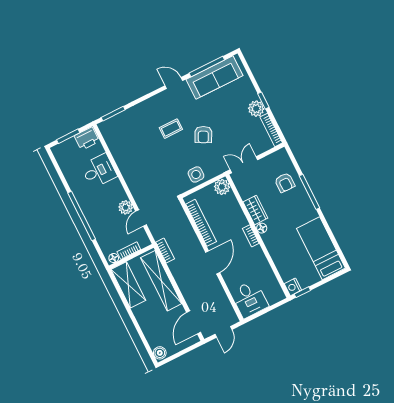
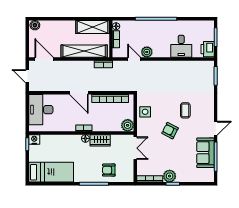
sofa: (214, 77) -> (205, 153), width x0.73
desk: (249, 299) -> (41, 110), width x1.37

